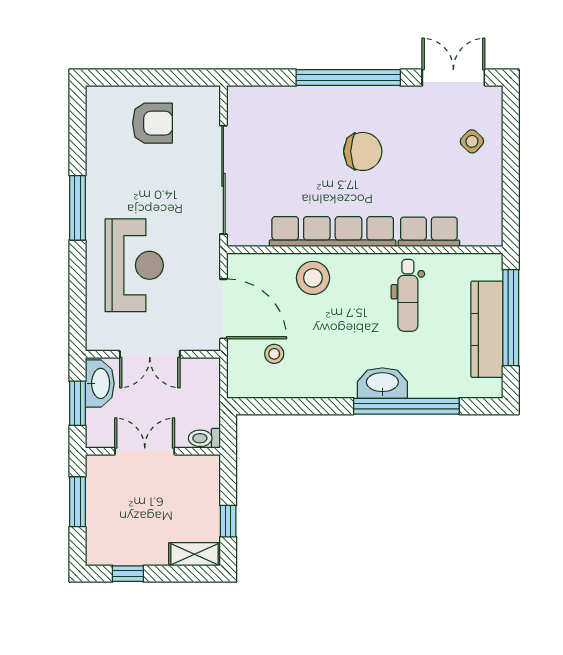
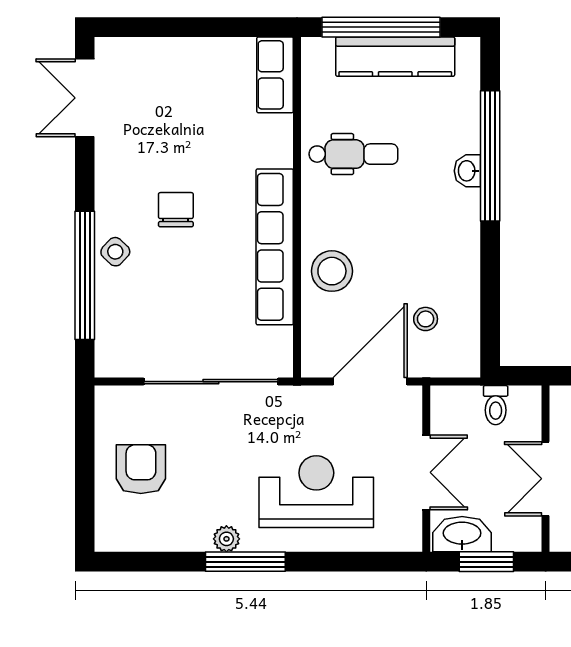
window: (348, 78) -> (85, 275), moved
side table: (472, 141) -> (115, 252), moved
chair: (363, 151) -> (176, 210), width x0.73, depth x0.73
plant: (96, 192) -> (226, 539), added
row of seats: (429, 232) -> (275, 75), moved
washbasin: (382, 383) -> (467, 171), width x0.52, depth x0.69
toilet: (204, 438) -> (496, 405), moved

